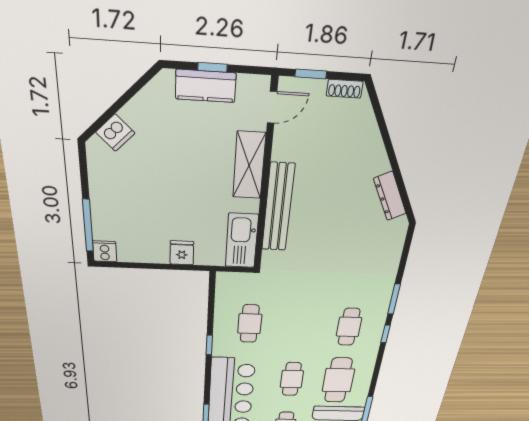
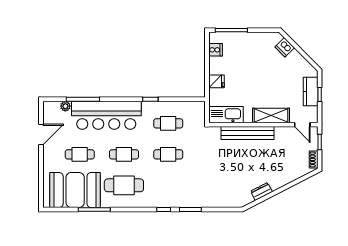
dresser: (390, 196) -> (261, 191), width x0.70
cooker: (105, 251) -> (215, 50), moved
cafe table: (349, 327) -> (168, 154), moved

